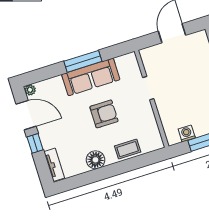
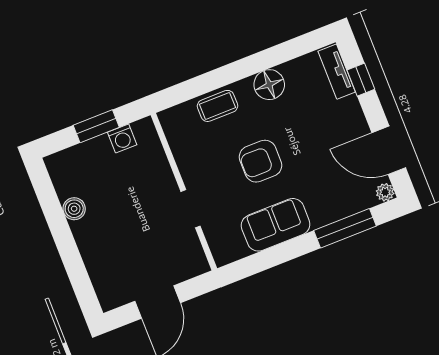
window: (83, 61) -> (345, 228), moved
sofa: (91, 77) -> (276, 225), width x0.73
window: (35, 143) -> (361, 80), moved

